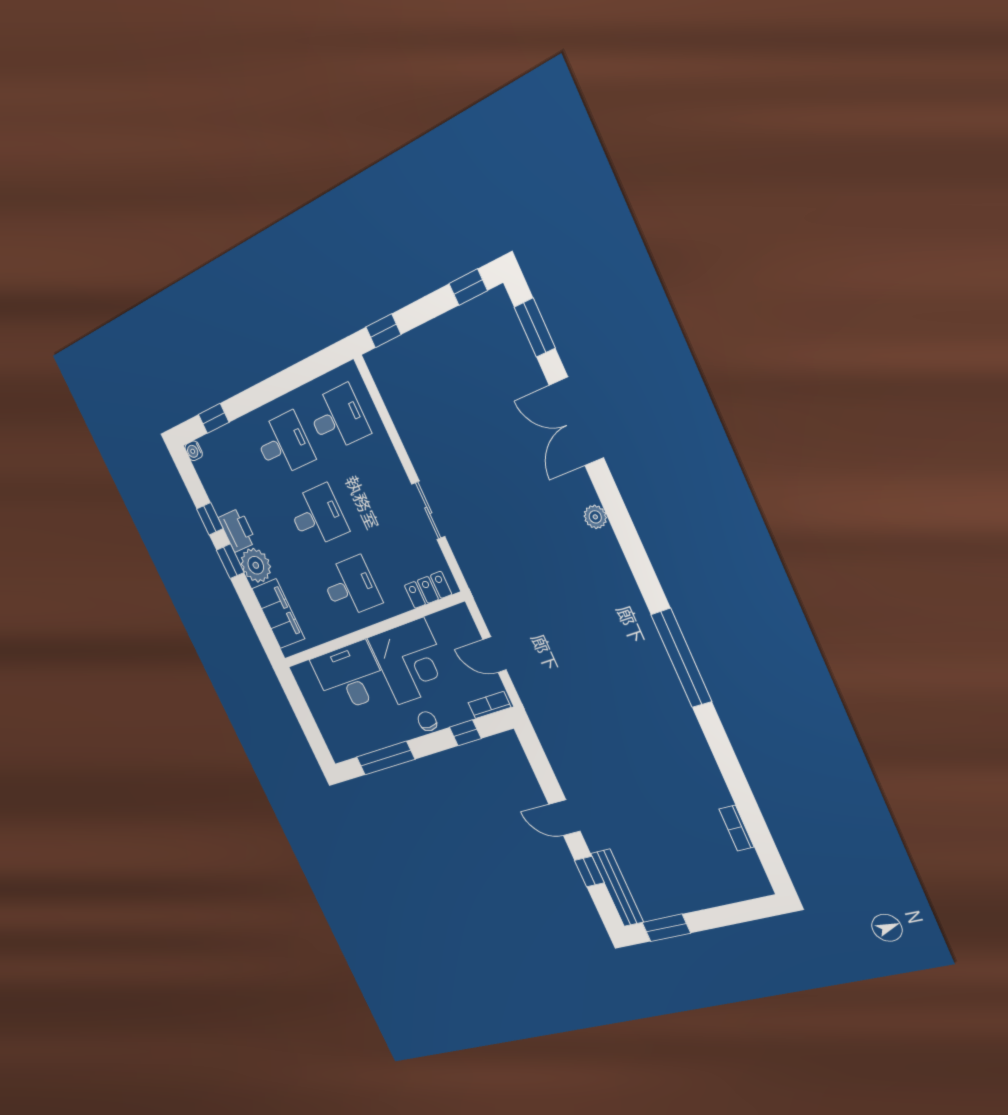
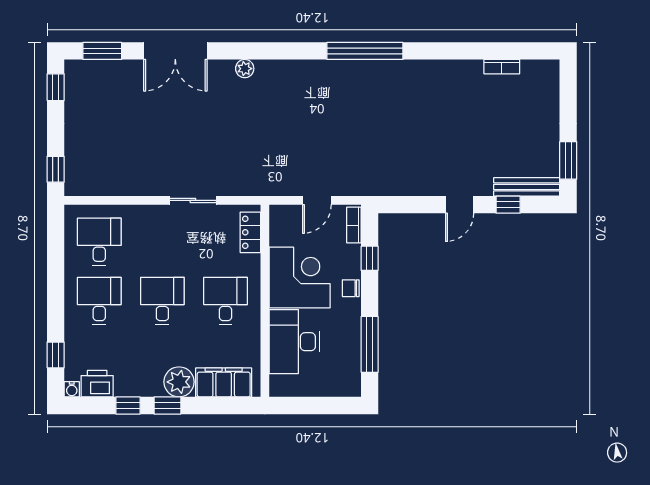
printer: (237, 530) -> (97, 384), moved

